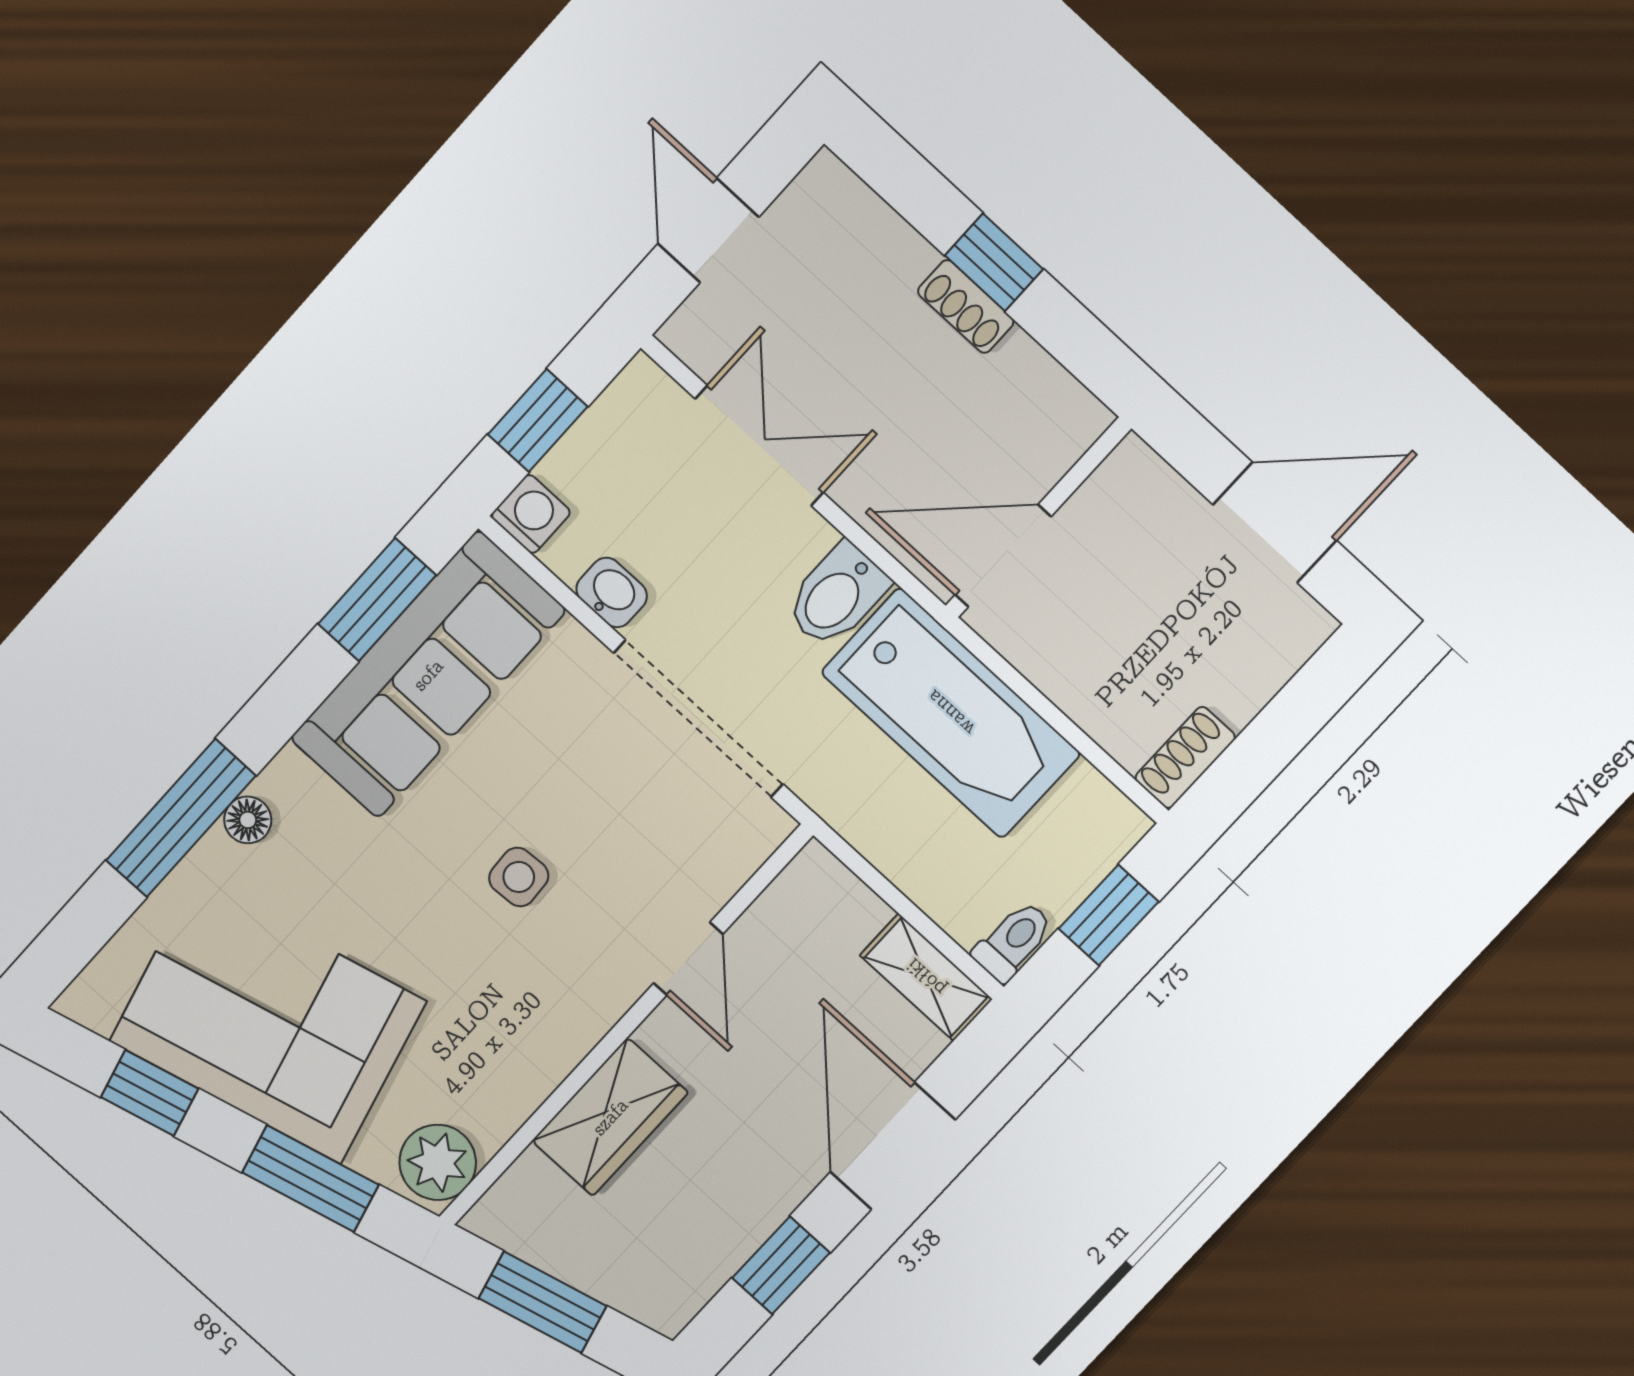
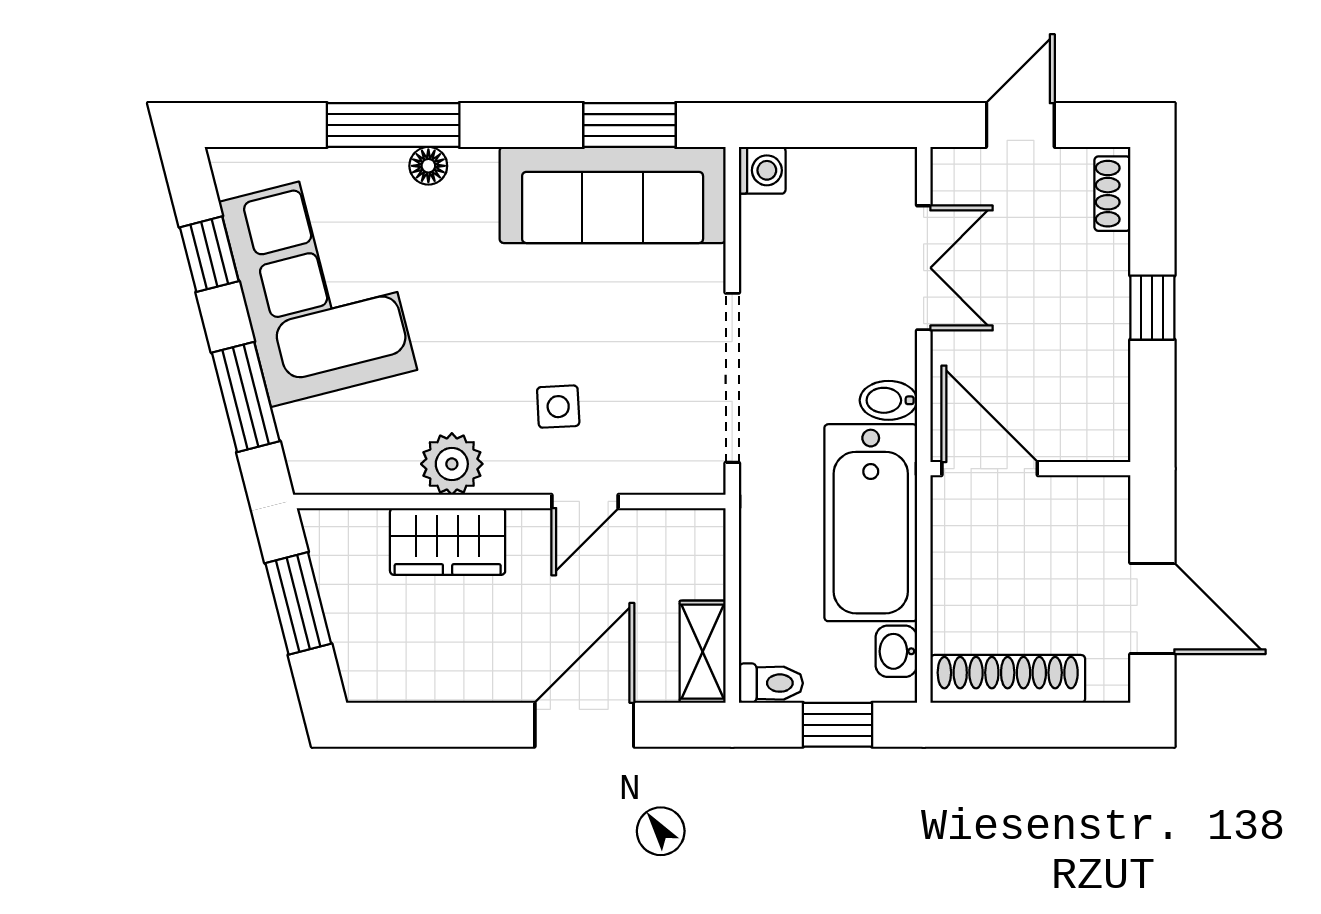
shoe rack: (966, 307) -> (1112, 194), moved
window: (538, 420) -> (820, 125), removed
washbasin: (612, 592) -> (896, 651), moved, turned 180
bidet: (837, 596) -> (888, 400), width x0.72, depth x0.74
shoe rack: (1185, 757) -> (1008, 679), width x1.94, depth x1.24
side table: (519, 877) -> (558, 407), moved
plant: (438, 1162) -> (452, 464), moved
window: (781, 1265) -> (452, 725), removed

